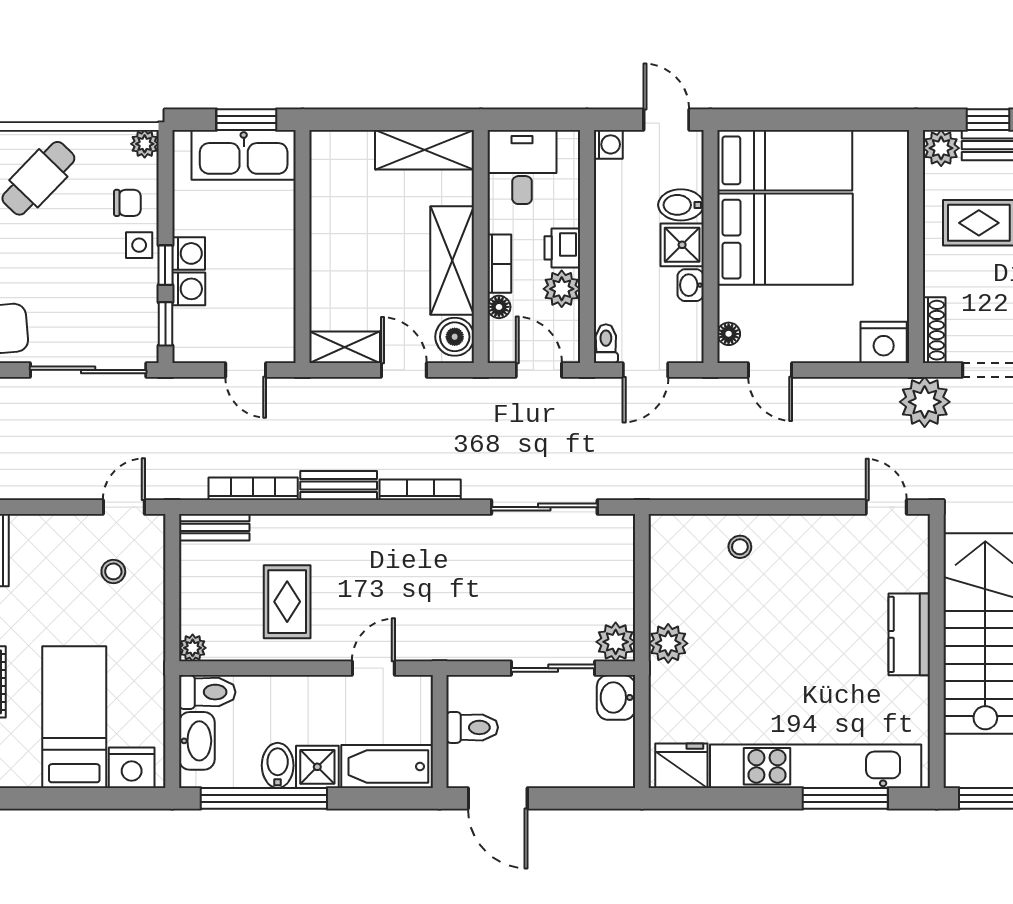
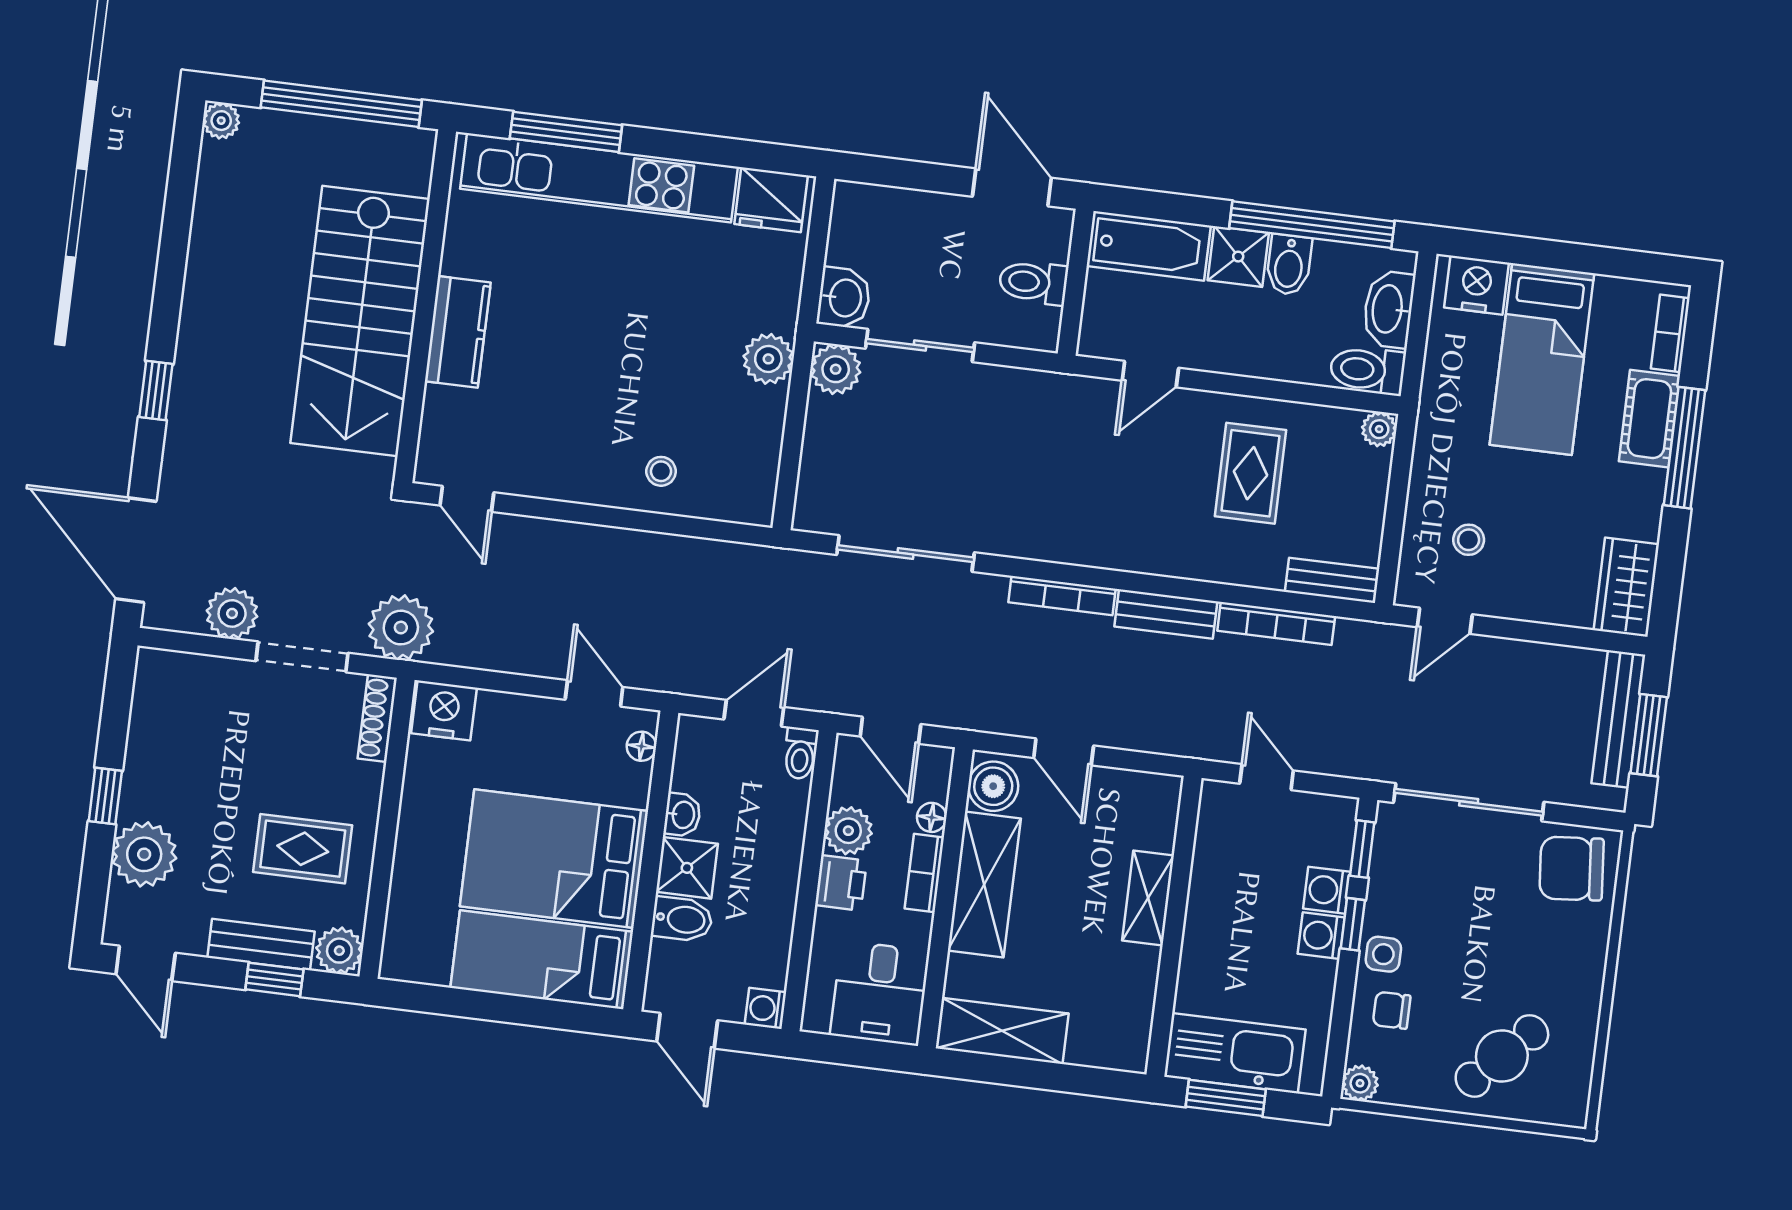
shelving: (345, 347) -> (1148, 898), moved, turned 90

